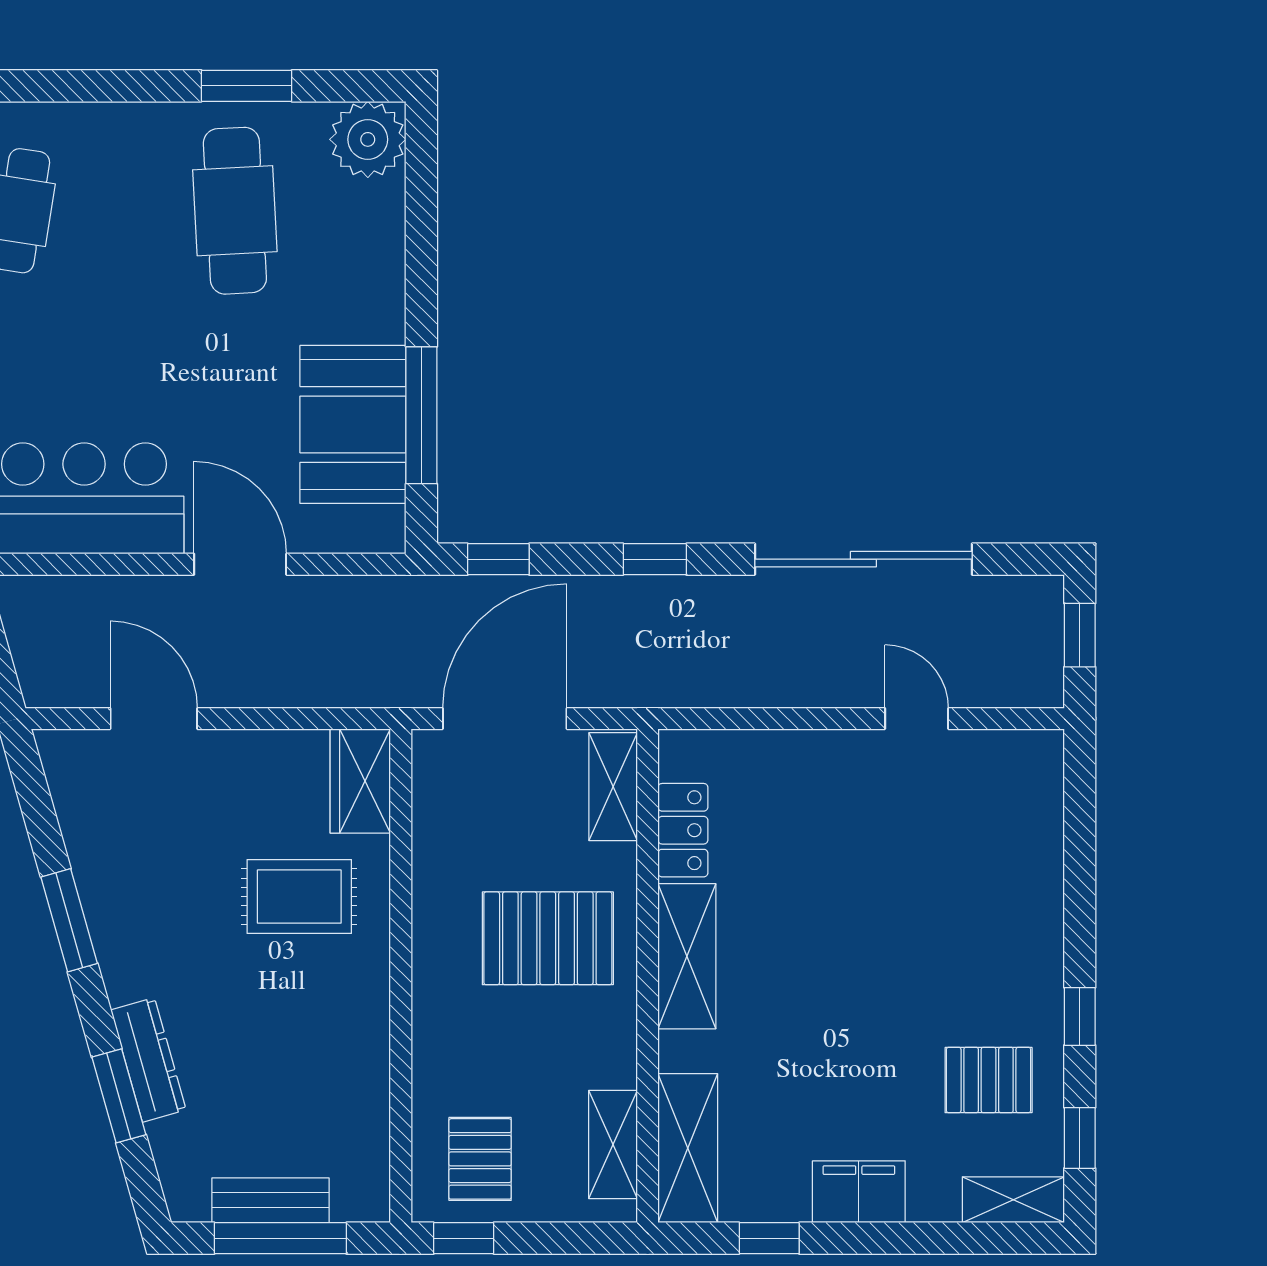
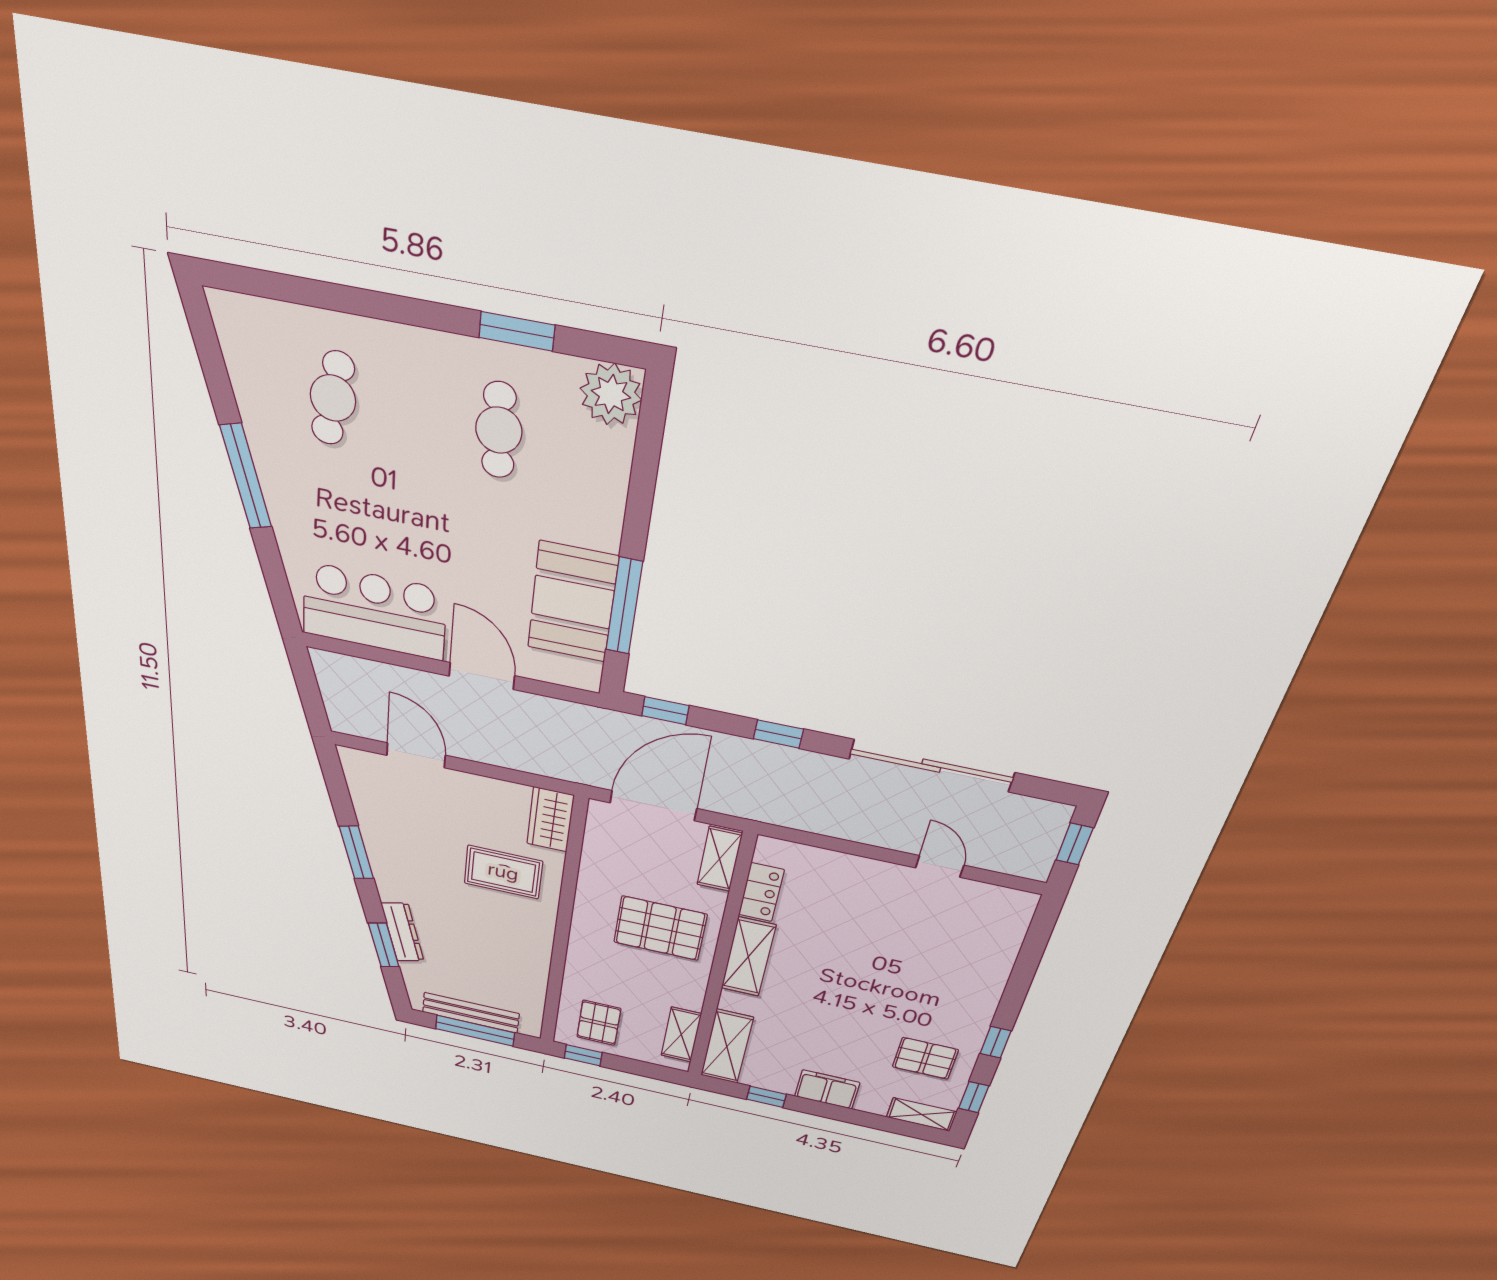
cafe table: (235, 211) -> (499, 430), width x0.73, depth x0.74
bench: (271, 1200) -> (471, 1013), width x1.36

